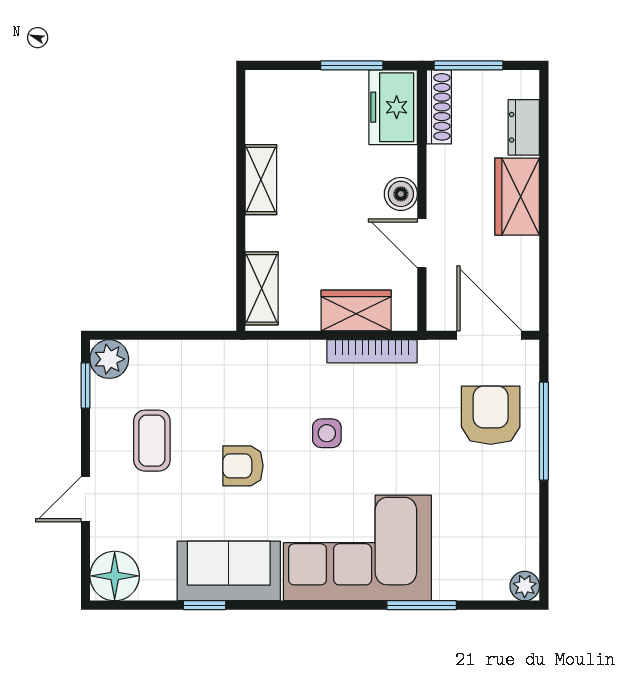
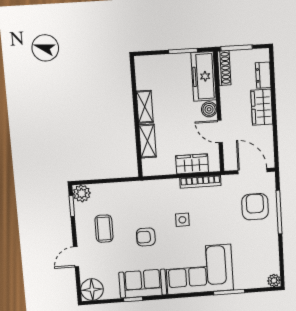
freezer: (393, 107) -> (204, 76), width x1.40
shelving: (262, 288) -> (147, 141), moved

